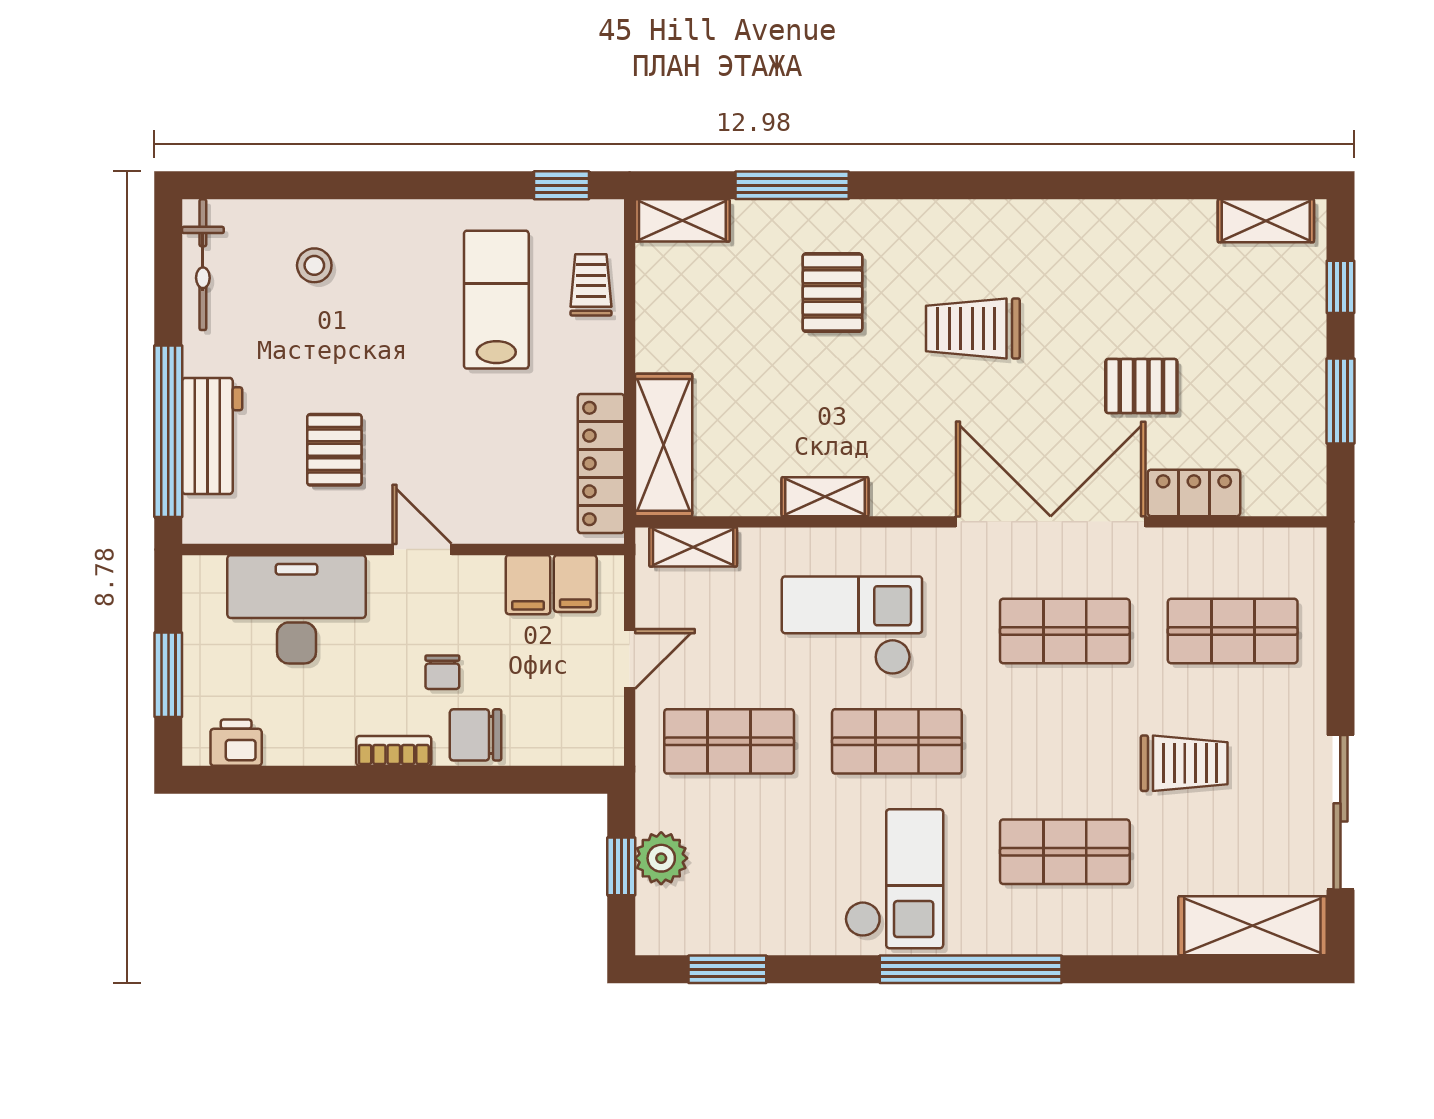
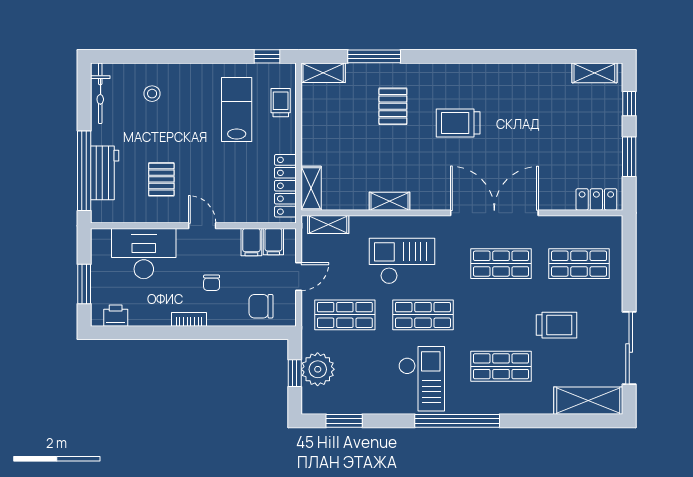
pallet: (1141, 386) -> (537, 150), removed
shelving: (664, 445) -> (311, 188), width x0.67, depth x0.75
locker: (1194, 493) -> (596, 199), moved
chair: (476, 735) -> (261, 306), moved
plant: (661, 858) -> (318, 369), width x1.36, depth x1.36

